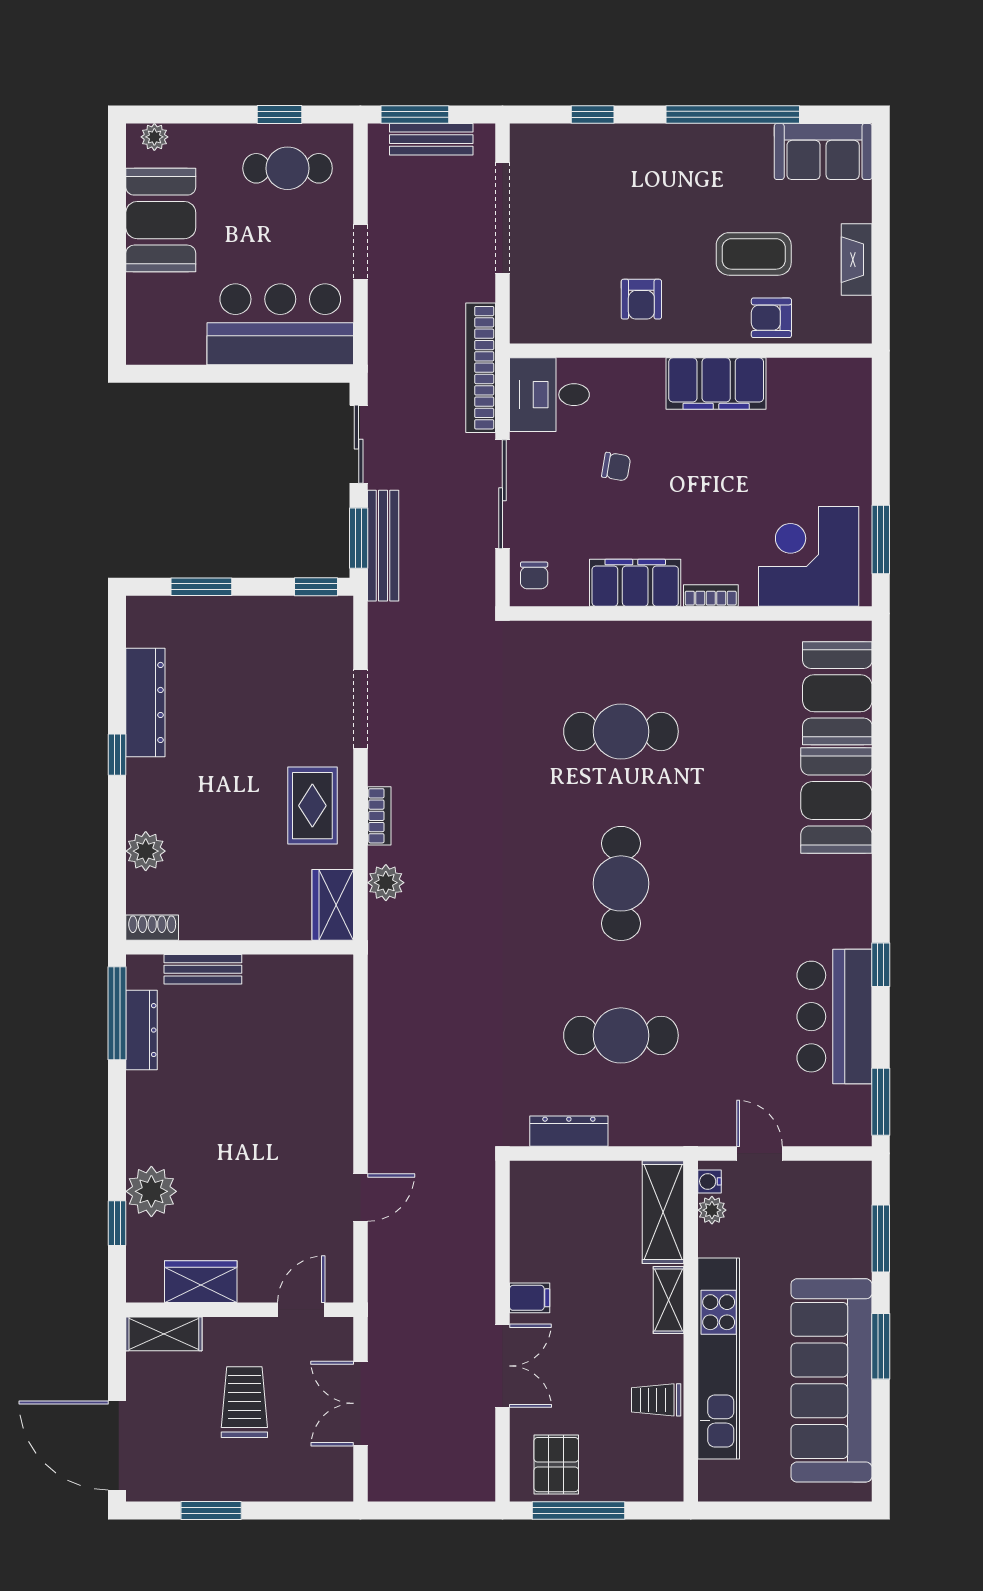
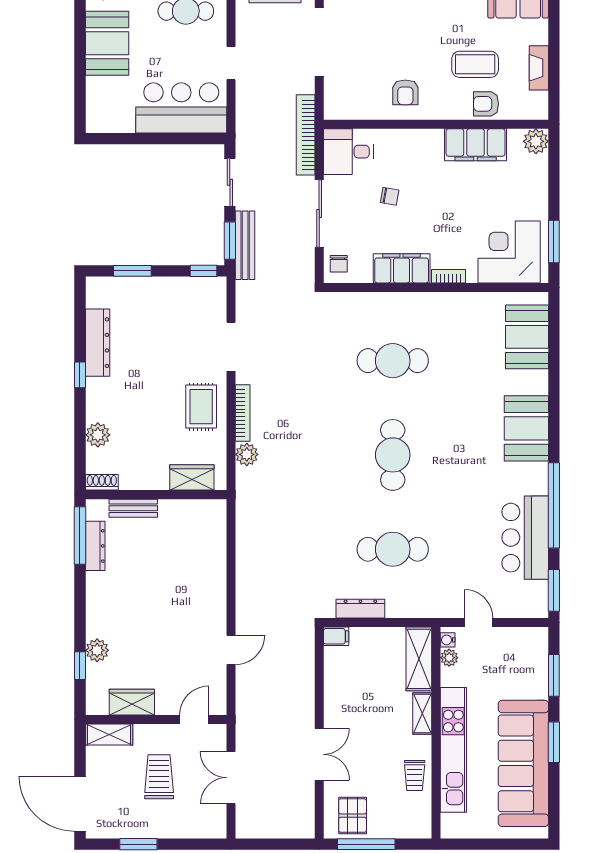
plant: (852, 378) -> (536, 141), added
filing cabinet: (716, 384) -> (476, 145), moved
booth: (836, 801) -> (526, 428), moved
bookcase: (379, 816) -> (243, 413), width x1.56
wardrobe: (333, 905) -> (192, 477), moved, turned 90
window: (881, 965) -> (554, 505), width x3.17
plant: (151, 1191) -> (97, 650), width x0.73, depth x0.73
filing cabinet: (530, 1298) -> (336, 636), moved
trolley: (656, 1400) -> (415, 775), turned -90

